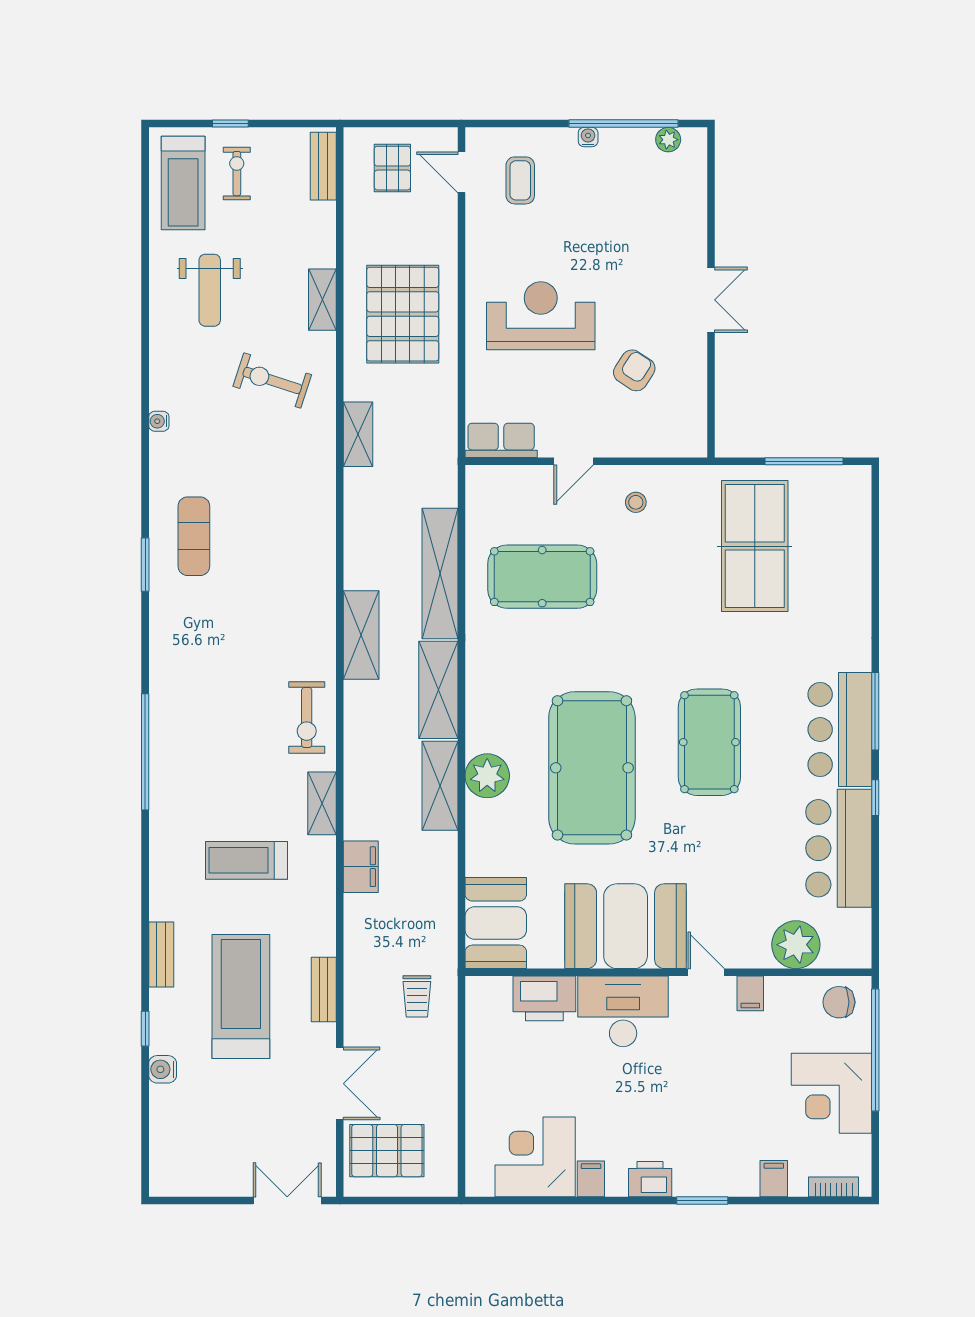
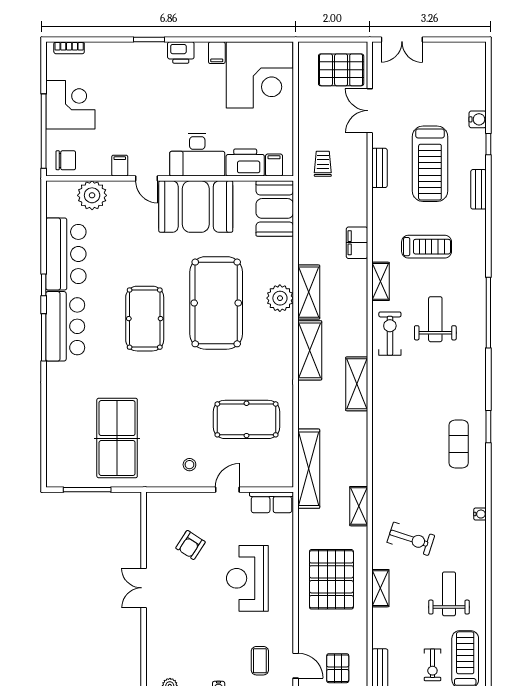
reception desk: (541, 316) -> (247, 578), turned 90
shelving: (440, 573) -> (309, 469), moved
weight bench: (232, 741) -> (435, 319), added
corner desk: (535, 1157) -> (260, 75), width x1.36, depth x1.36
filing cabinet: (774, 1179) -> (274, 165), moved, turned 180

